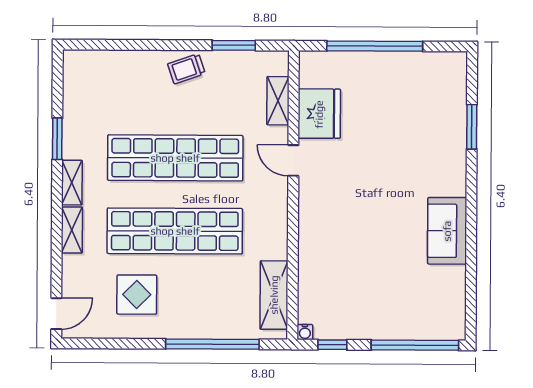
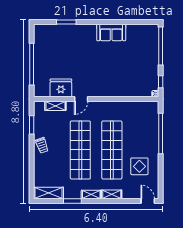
shelving: (274, 295) -> (49, 193), moved

